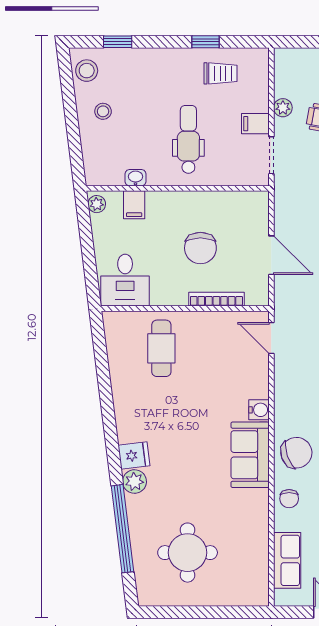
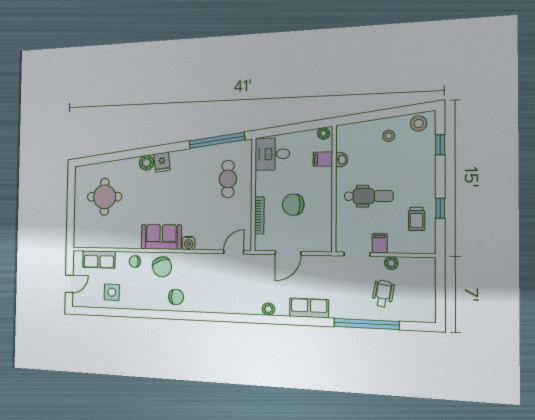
cafe table: (161, 348) -> (228, 179), turned 90
window: (123, 529) -> (217, 140), moved

